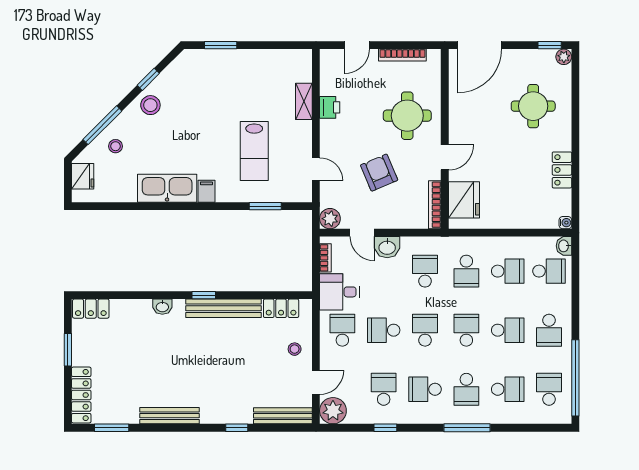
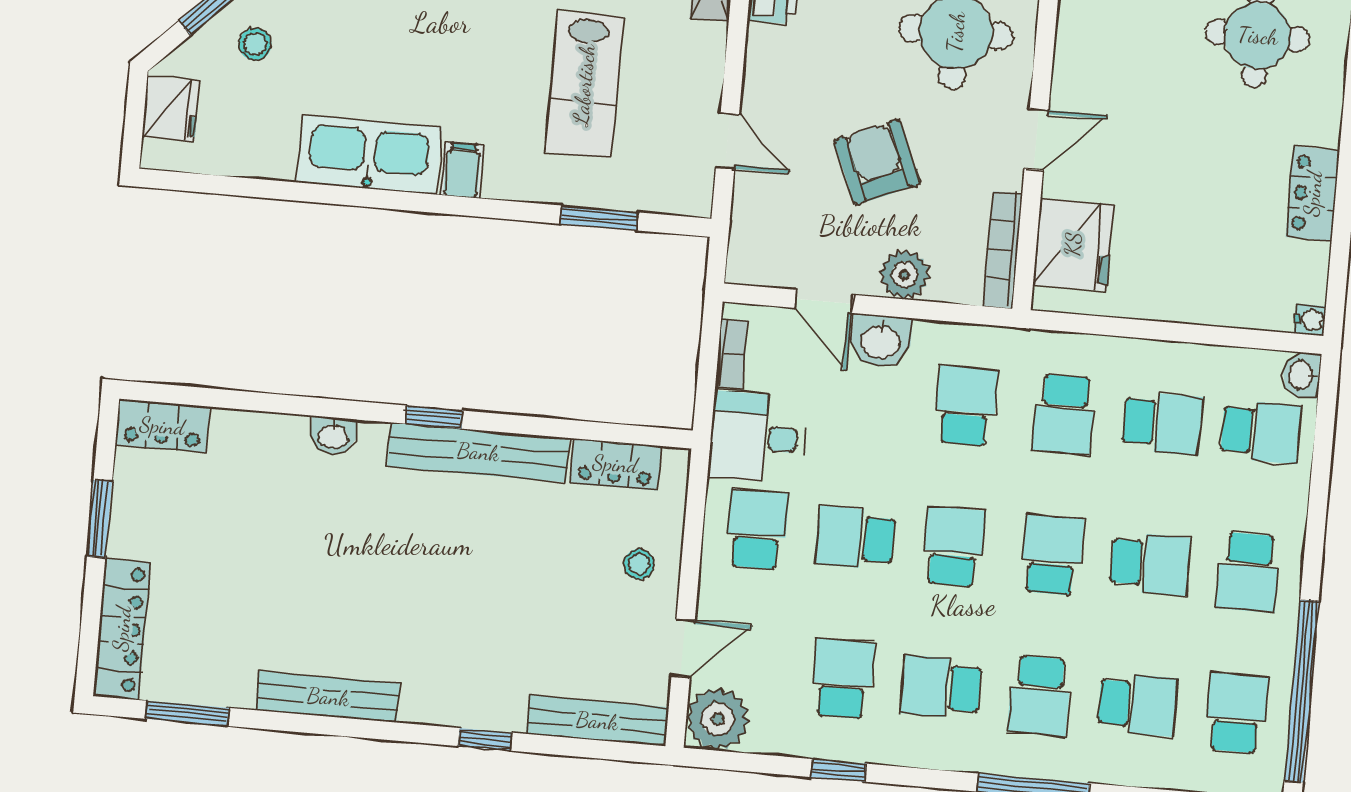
plant: (330, 219) -> (905, 275), moved

